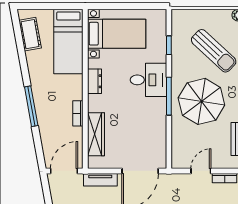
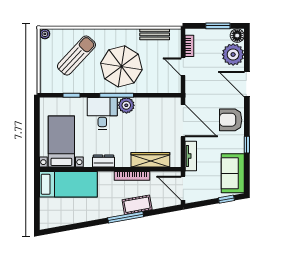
cot: (30, 34) -> (137, 205), moved
plant: (157, 107) -> (126, 105), added
bookcase: (78, 113) -> (132, 176), width x1.56

